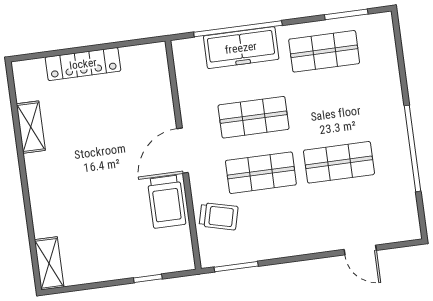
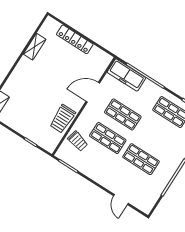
freezer: (241, 48) -> (126, 75), moved
door: (183, 151) -> (93, 92), moved

